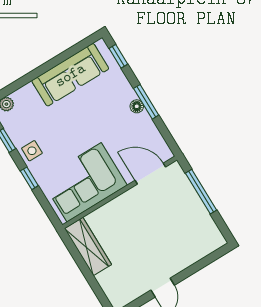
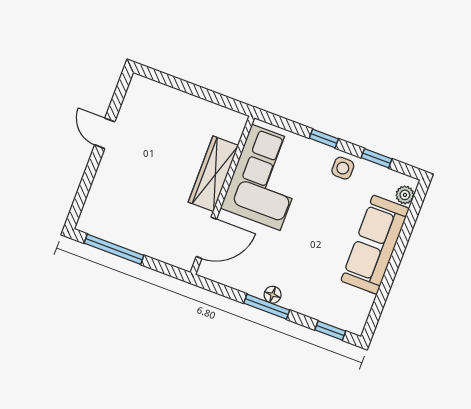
sofa: (70, 75) -> (375, 245), moved
window: (201, 192) -> (114, 249), moved
wardrobe: (88, 246) -> (213, 174), moved, turned 90

